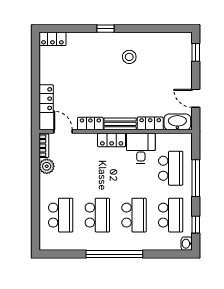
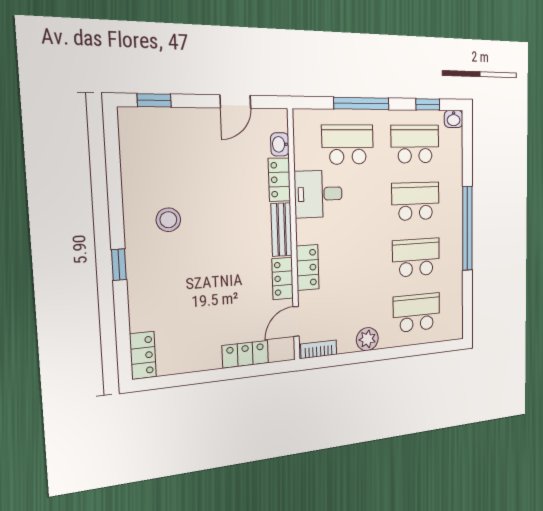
washbasin: (177, 122) -> (280, 144), width x0.52, depth x0.69
locker: (112, 140) -> (308, 268), moved
plant: (47, 166) -> (367, 339), moved

